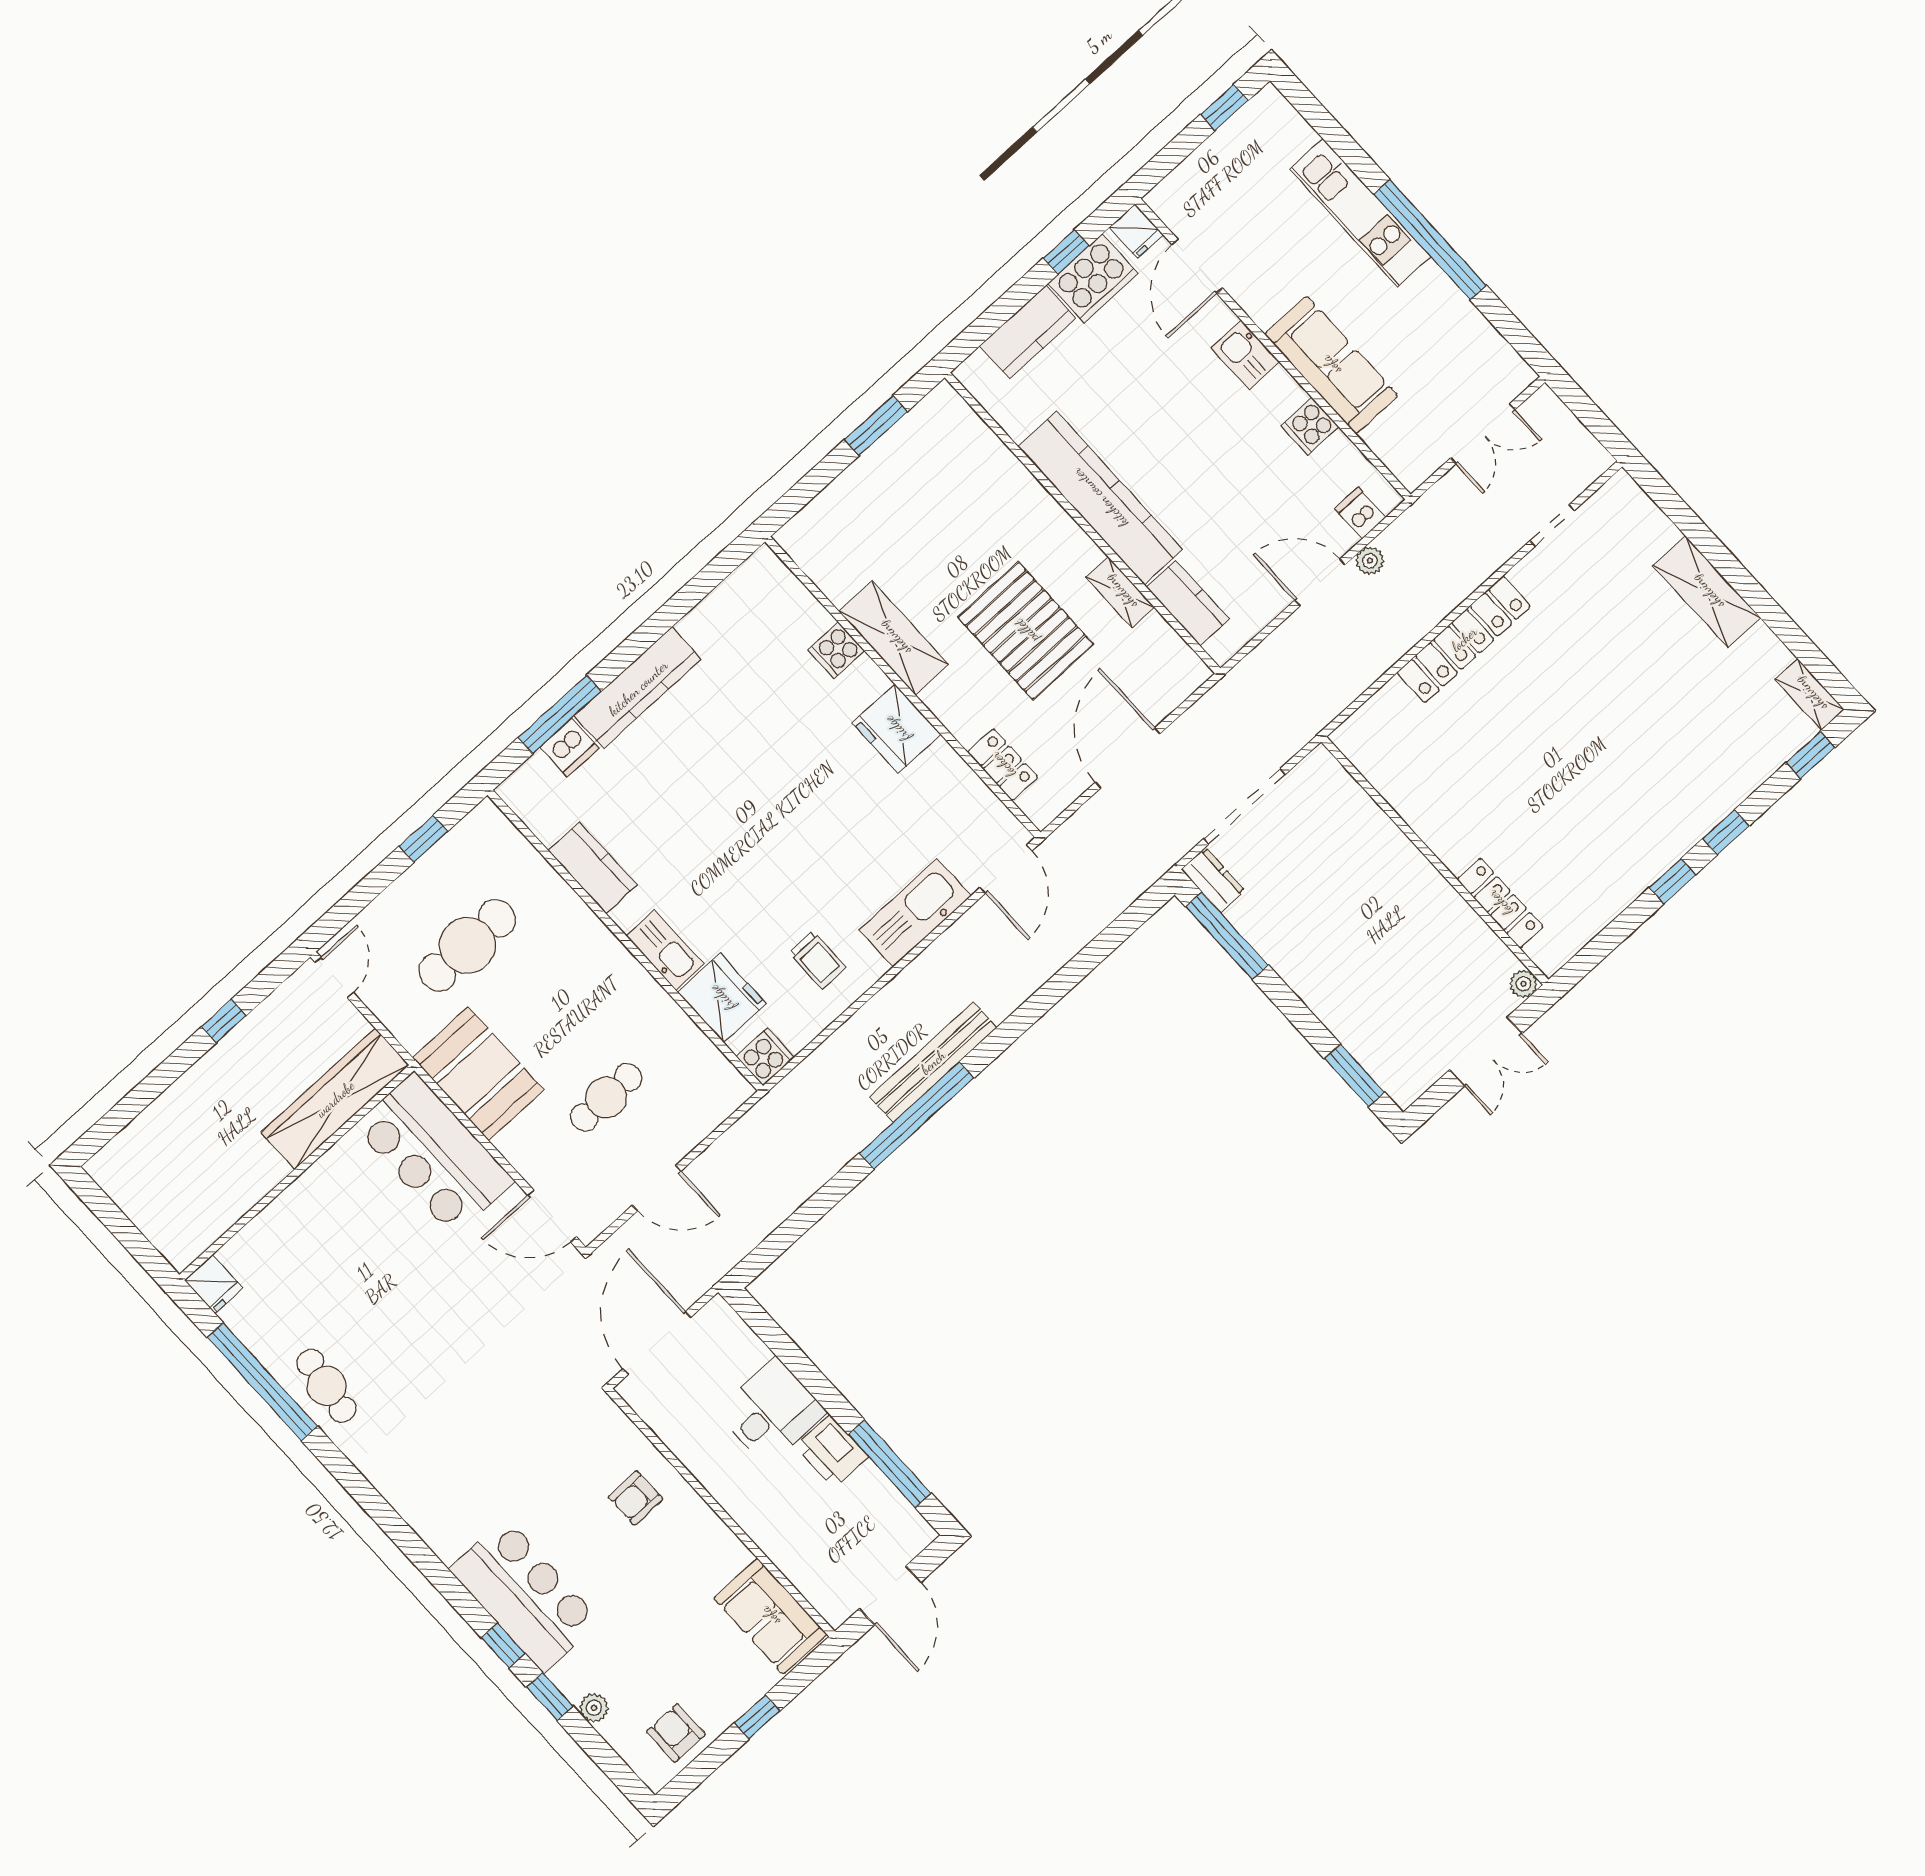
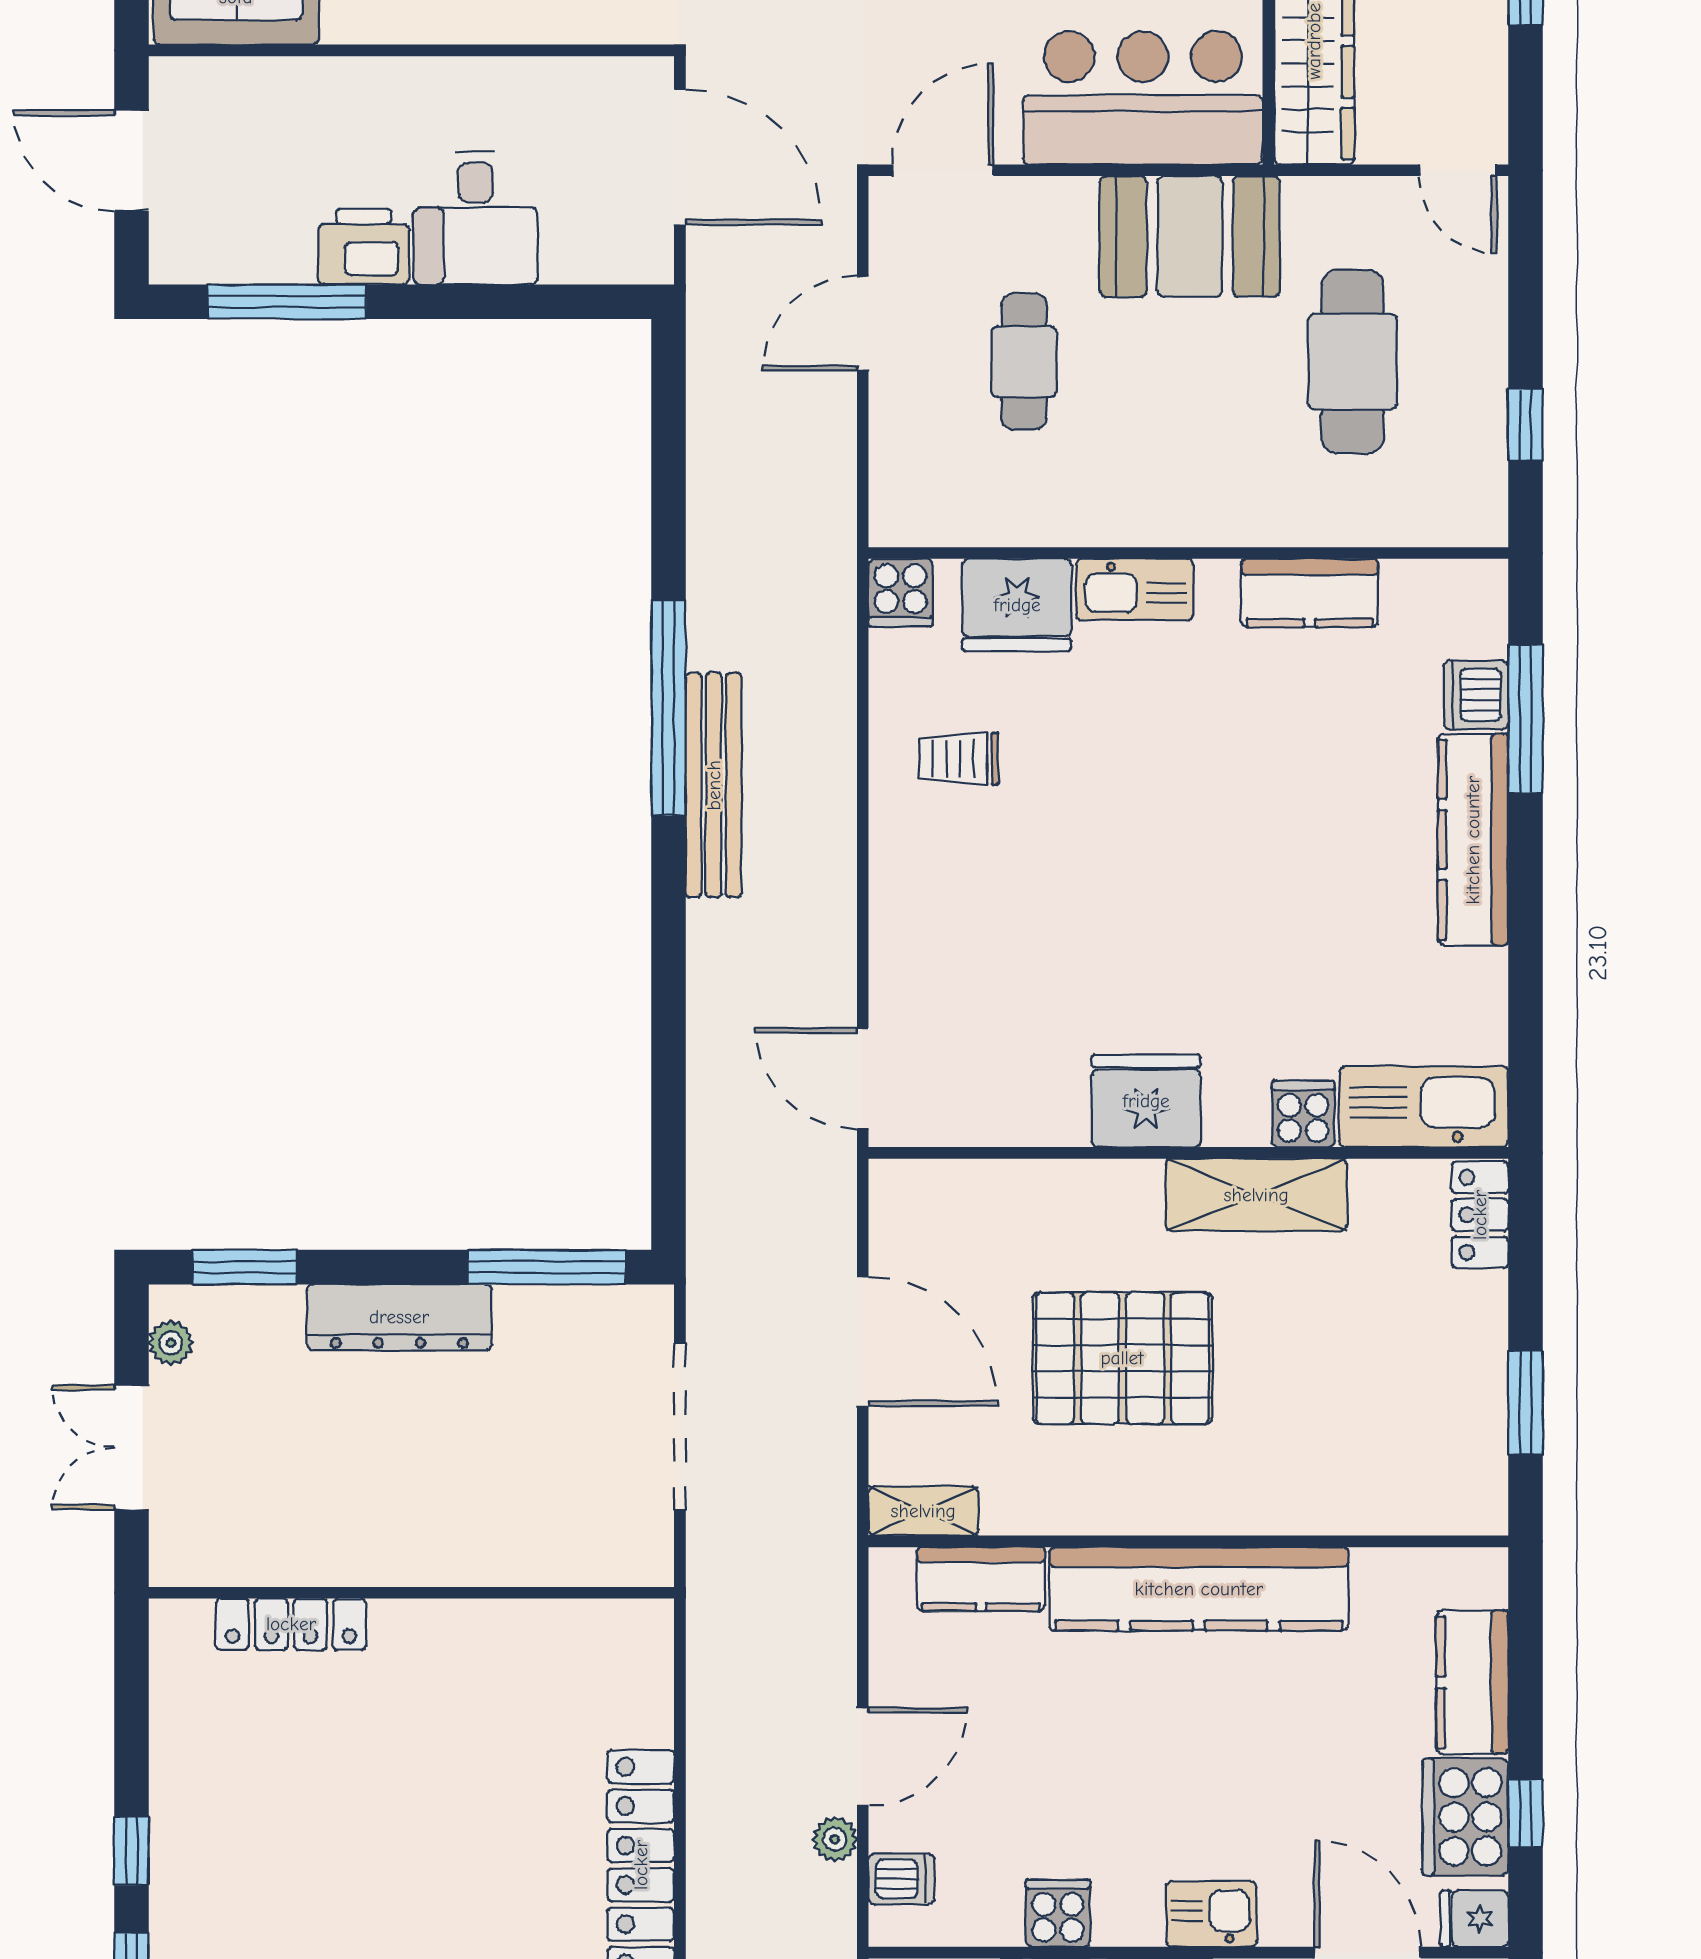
shelving: (1120, 592) -> (923, 1511), moved
locker: (1003, 765) -> (1480, 1215), moved, turned 90
dresser: (1213, 880) -> (399, 1317), moved, width x1.96, depth x1.24
kitchen sink: (915, 913) -> (1424, 1107), moved, turned -90
plant: (1523, 984) -> (171, 1343), moved

